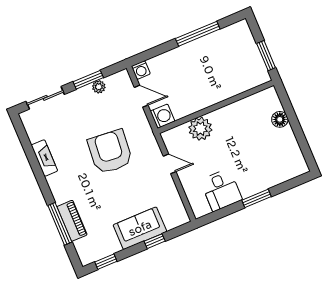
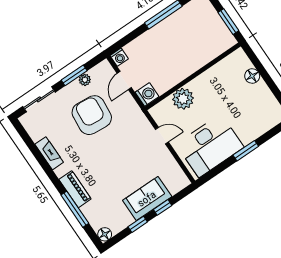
door: (141, 96) -> (124, 80), swing flipped
armchair: (110, 152) -> (92, 115), moved
desk: (221, 190) -> (210, 146), width x1.87, depth x1.30
piano: (72, 221) -> (75, 189), moved
floor lamp: (86, 257) -> (105, 234), added
window: (106, 262) -> (138, 224), moved

